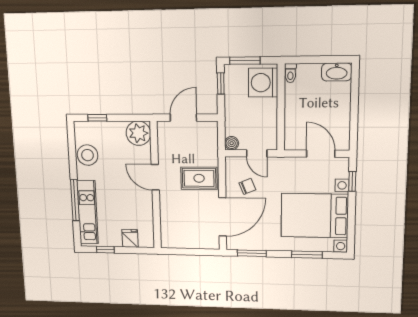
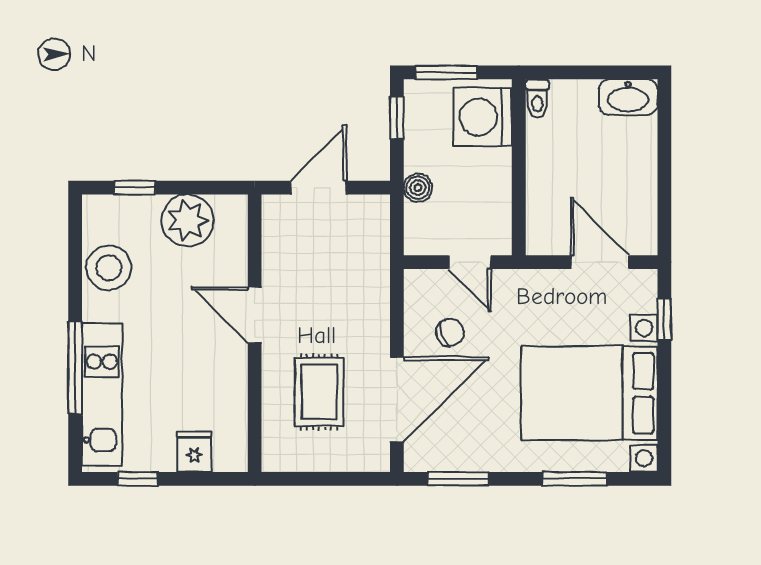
plant: (138, 133) -> (187, 220), moved
boiler: (232, 143) -> (418, 188), moved
rug: (199, 178) -> (319, 392), moved, turned 90

